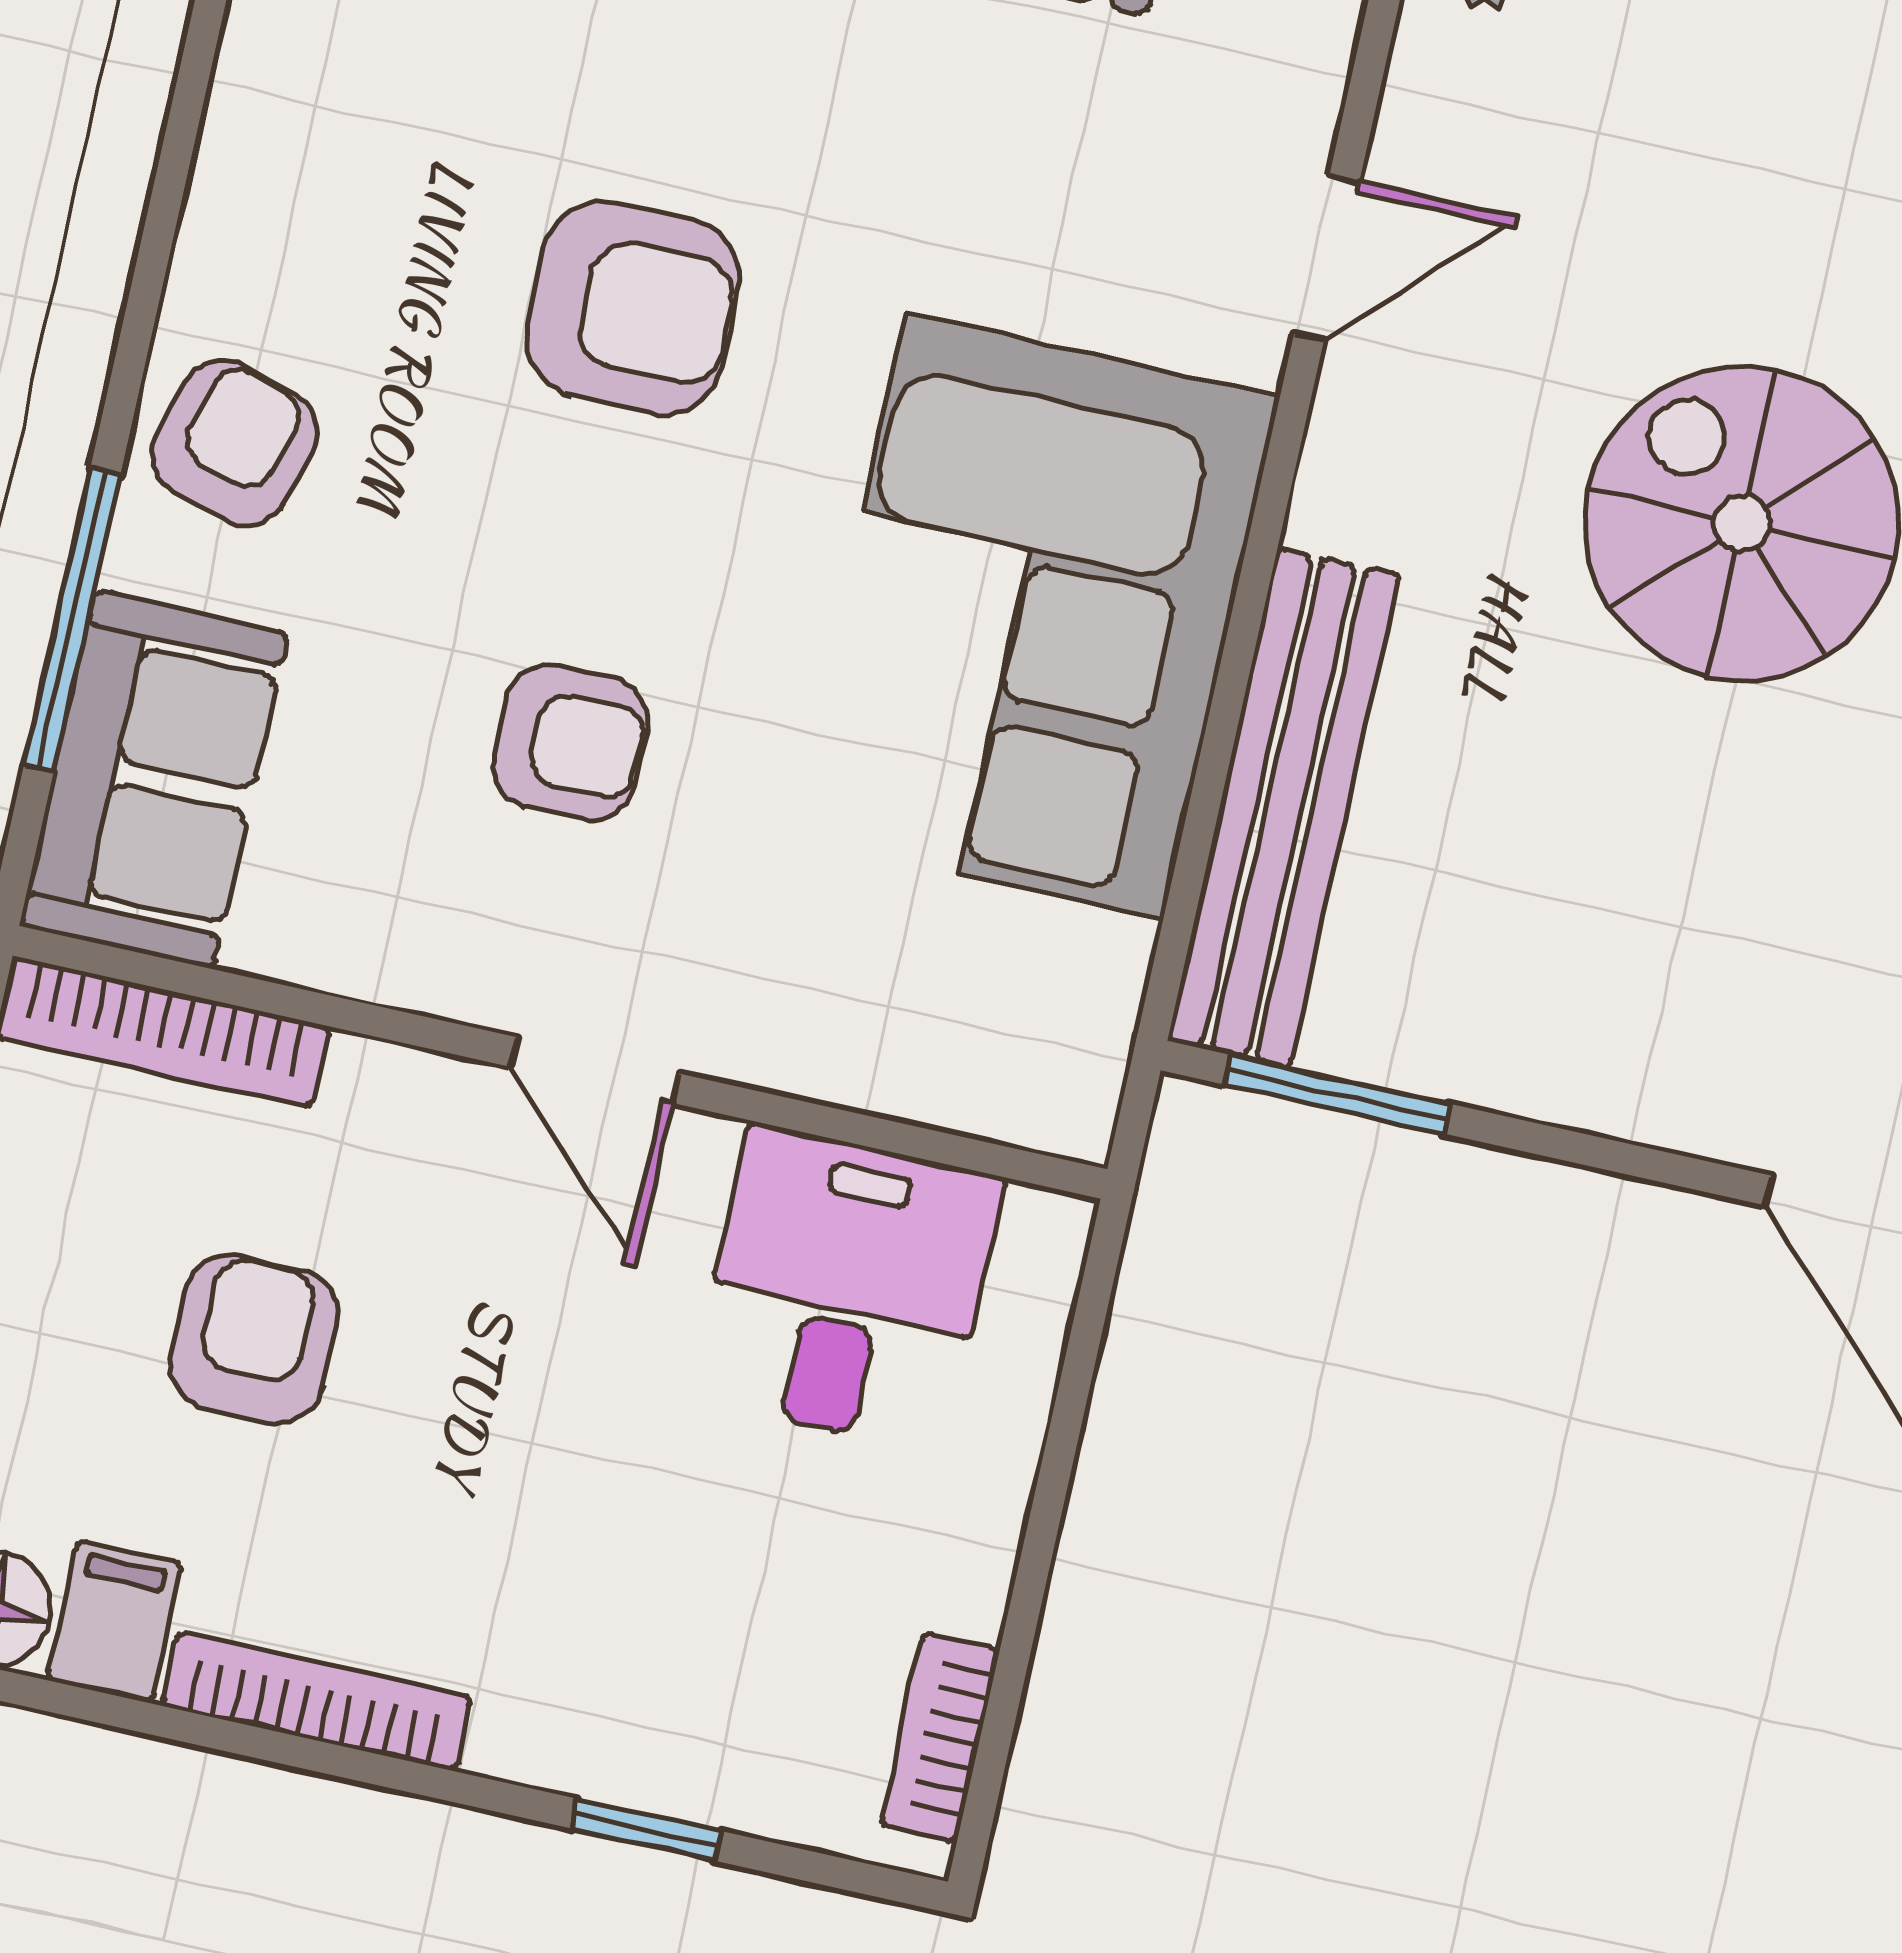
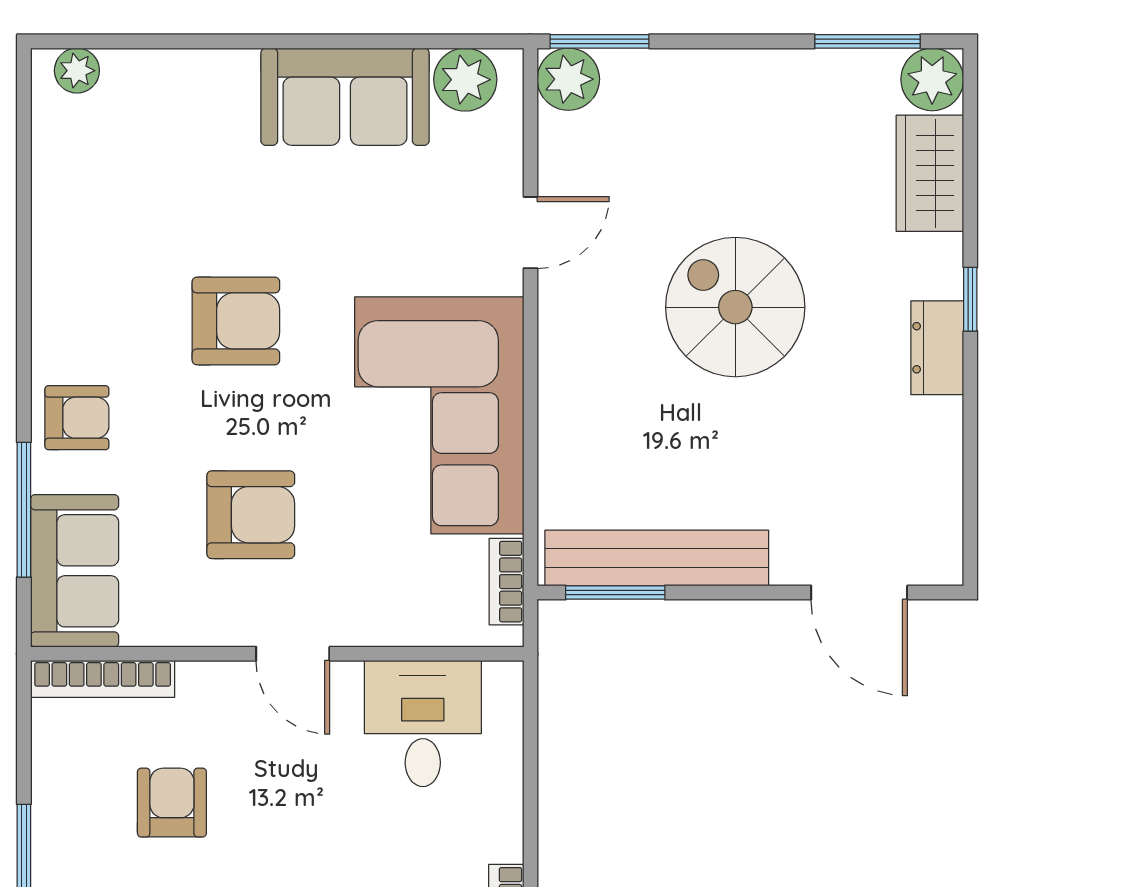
armchair: (234, 443) -> (77, 418), turned 73
armchair: (570, 743) -> (251, 515), width x1.38, depth x1.38
bench: (1284, 808) -> (657, 558), moved, turned 90
bookcase: (1102, 1016) -> (507, 582), added

